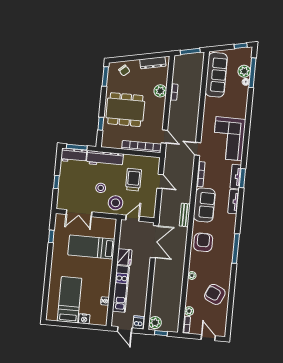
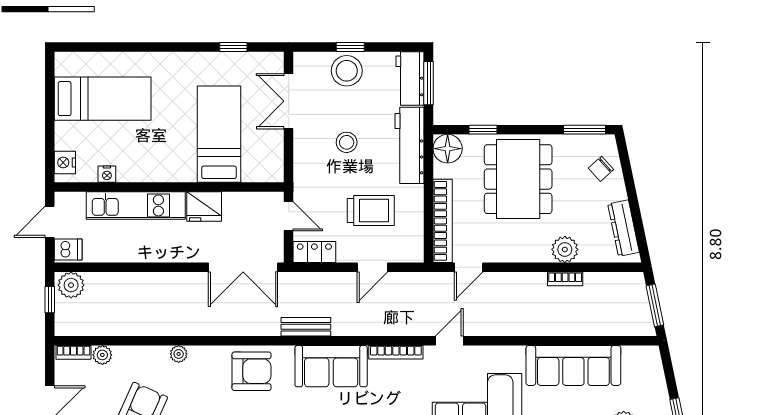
sofa: (216, 75) -> (573, 365), moved
floor lamp: (108, 141) -> (448, 149), added
stool: (116, 203) -> (347, 71), moved
locker: (150, 208) -> (314, 252), added
nightstand: (84, 319) -> (65, 163), moved

